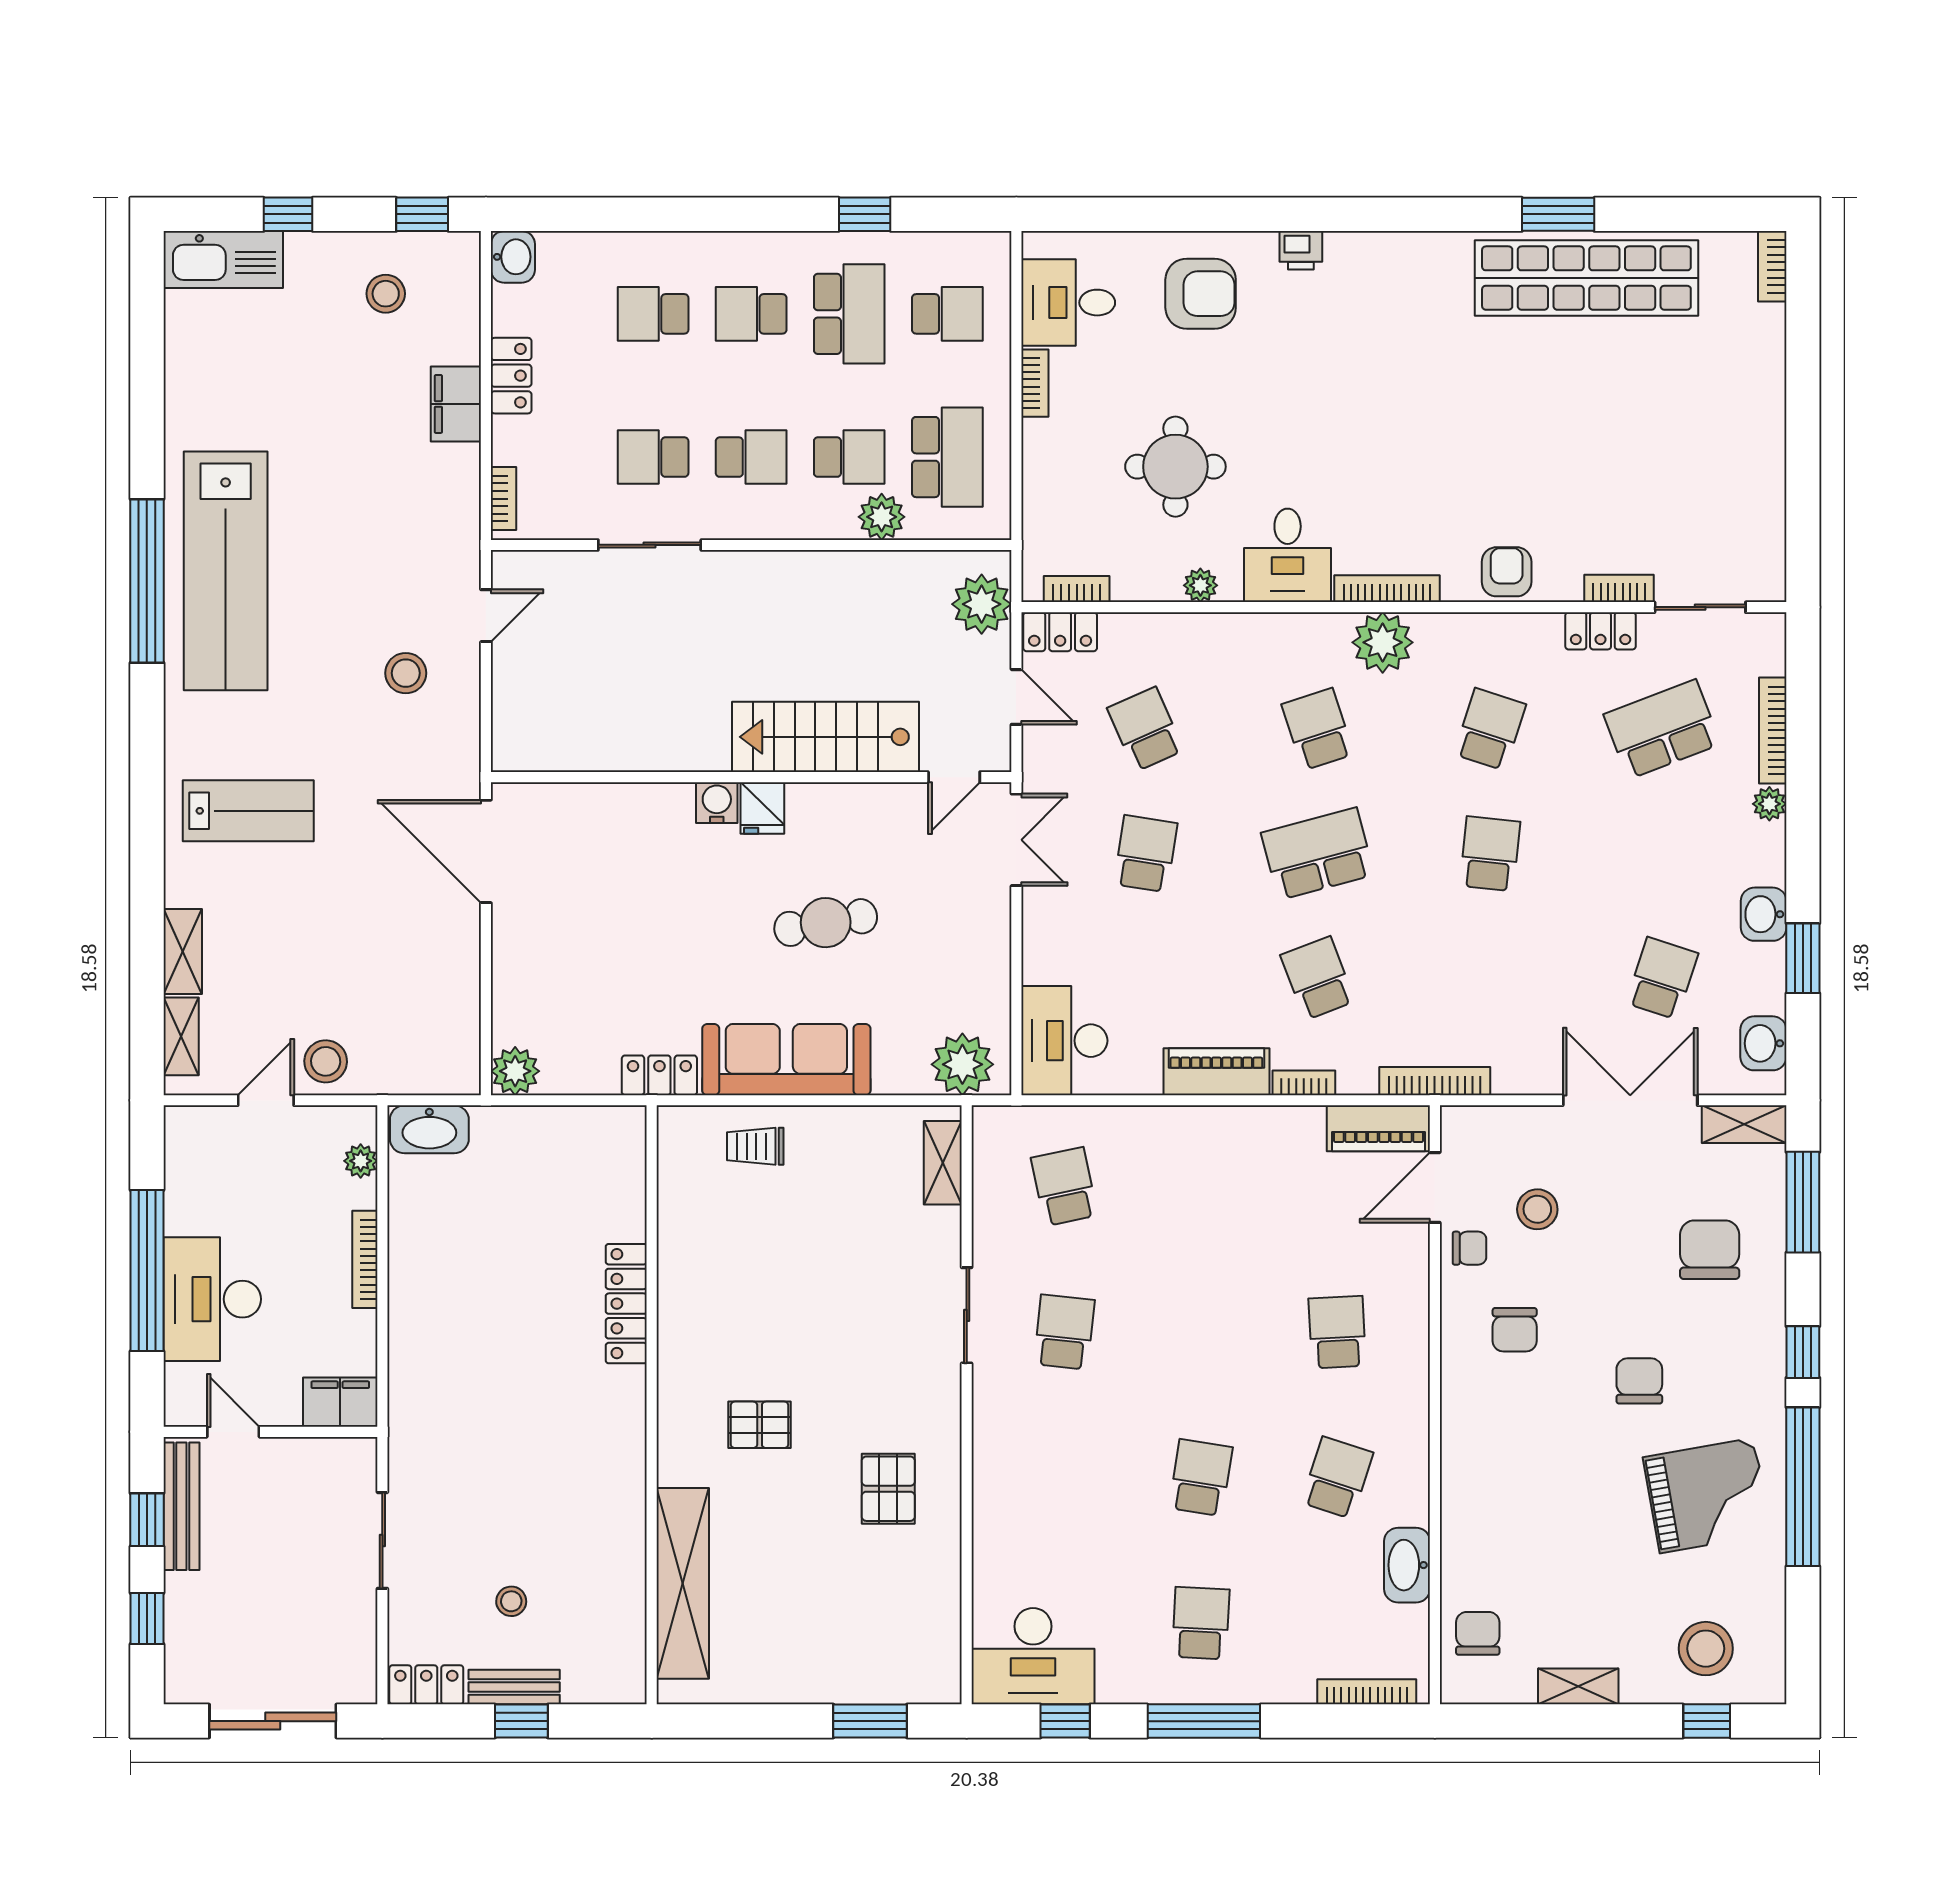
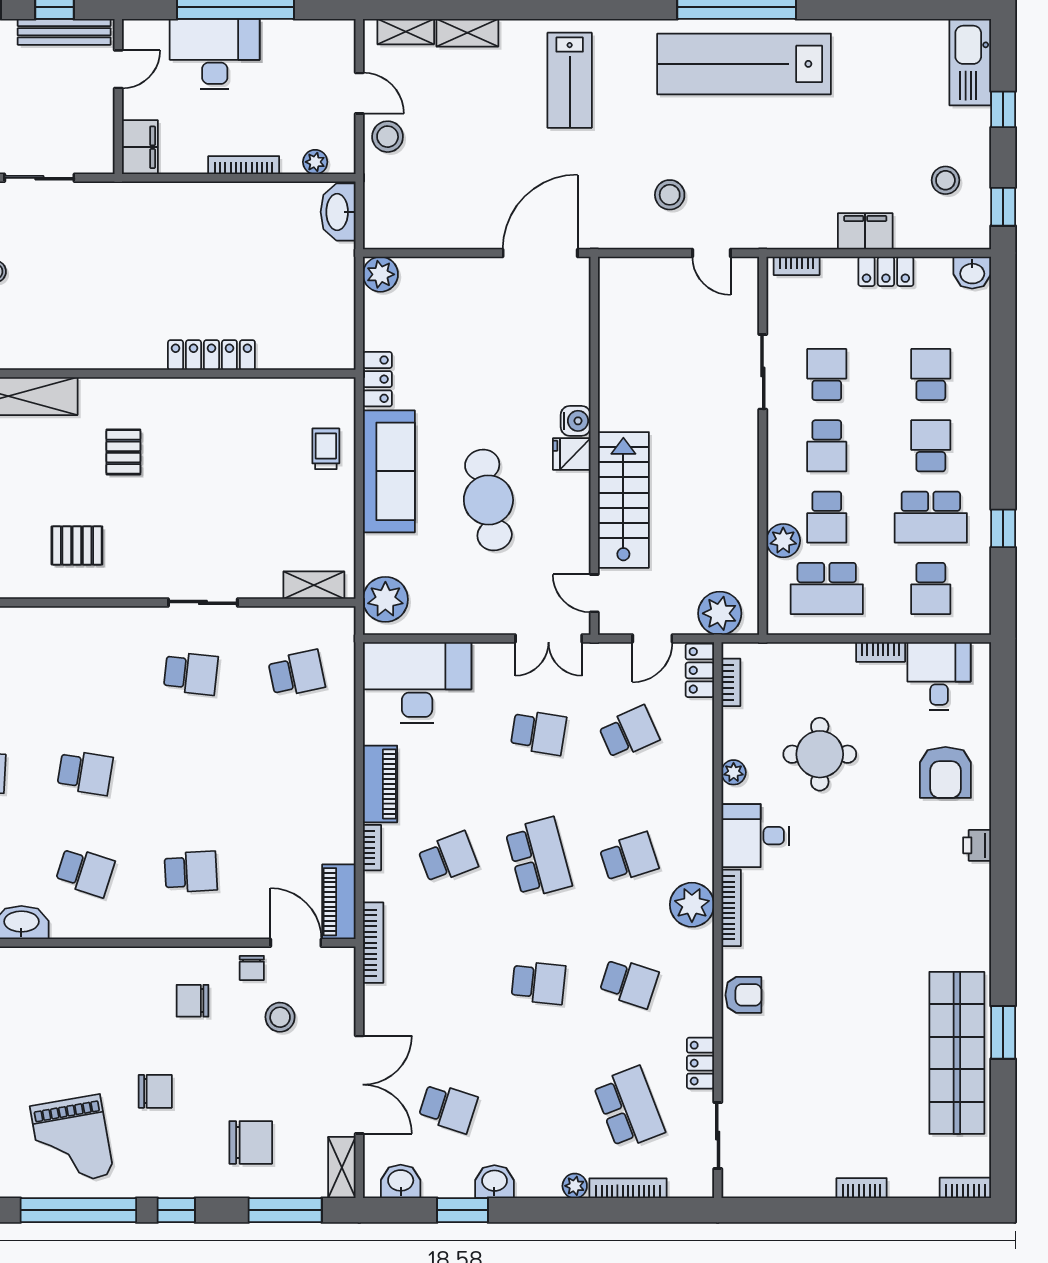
bookcase: (1619, 588) -> (862, 1188), moved, turned -90
cafe table: (826, 923) -> (488, 500), width x1.37, depth x1.35
desk: (1064, 1041) -> (417, 683), width x1.36, depth x1.30

